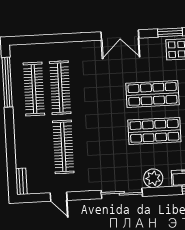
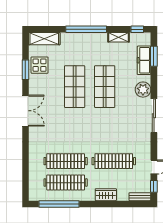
wardrobe: (22, 139) -> (106, 195), added
window: (35, 198) -> (154, 186), added

